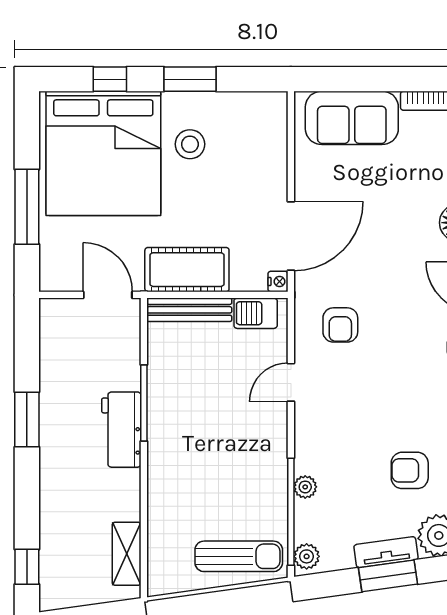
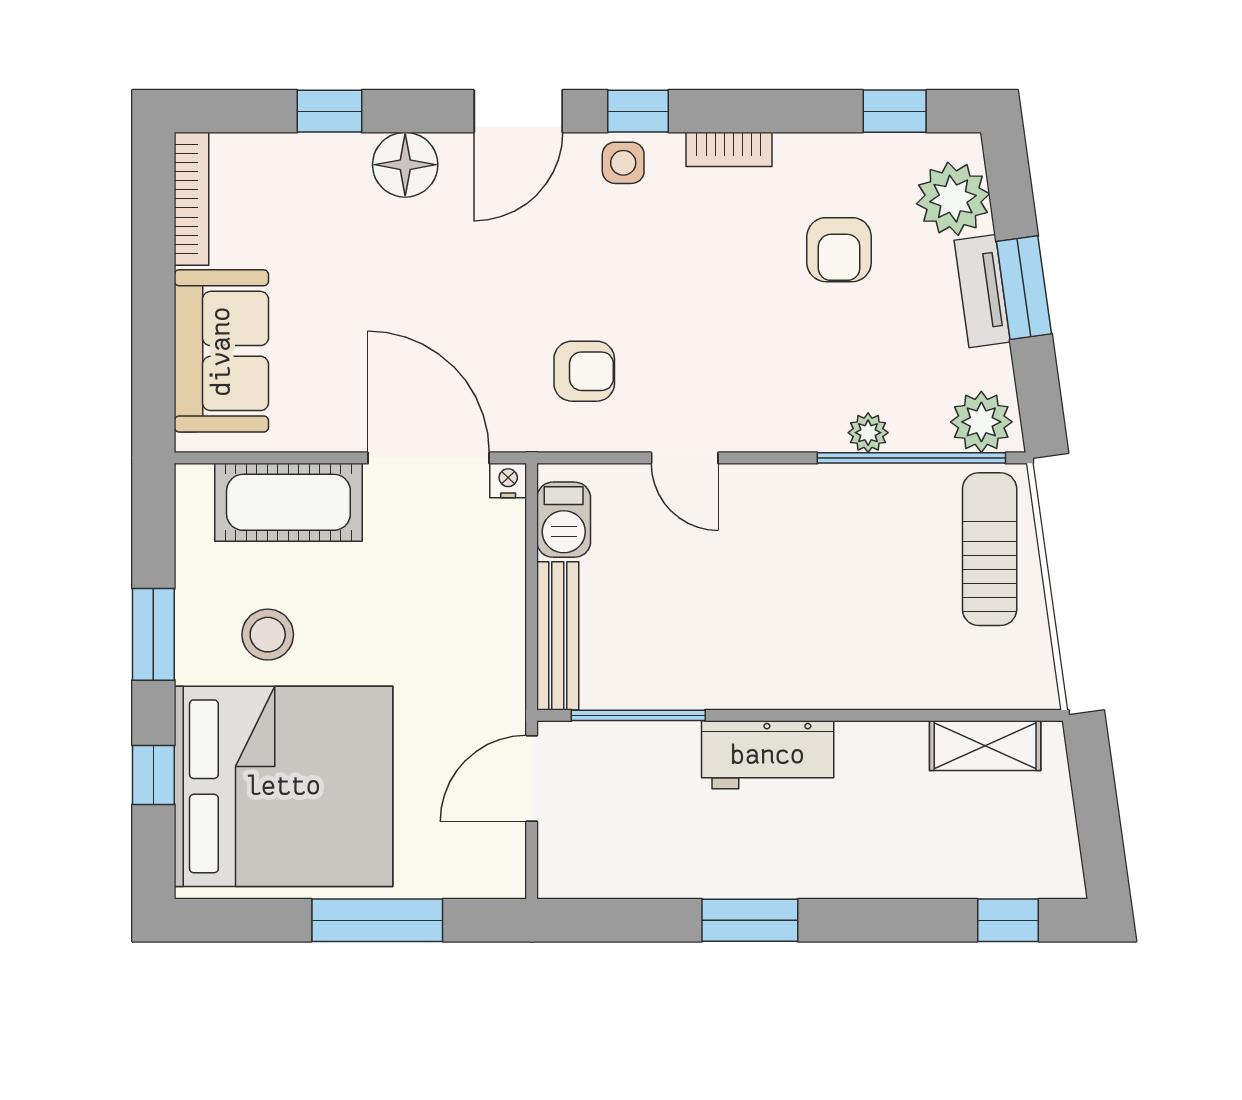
cot: (187, 270) -> (288, 502), moved, turned 90
window: (144, 403) -> (638, 715), moved
plant: (307, 556) -> (981, 422), width x1.38, depth x1.38

